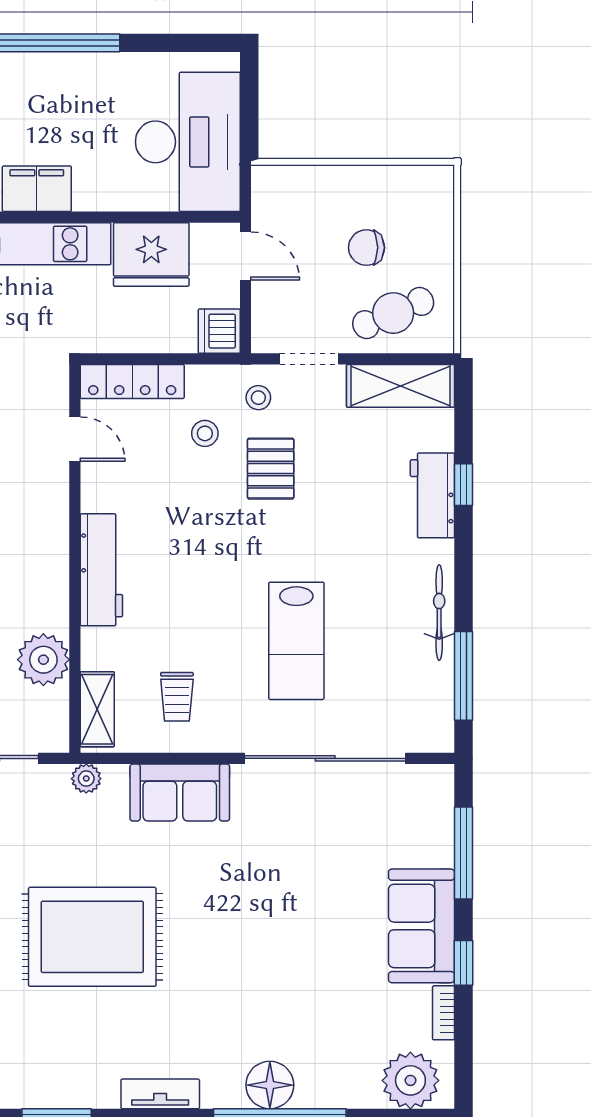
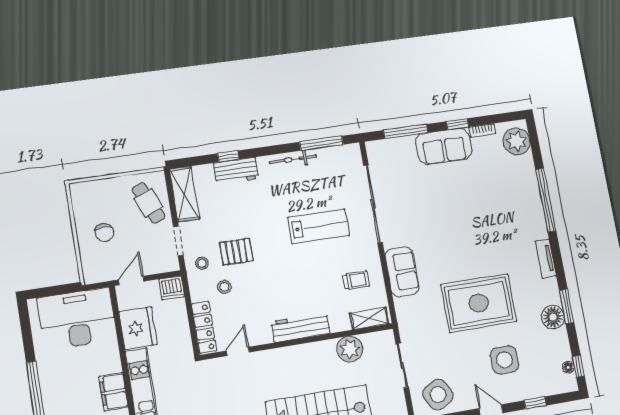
chair: (366, 248) -> (104, 233), moved
plant: (86, 779) -> (404, 318), removed
rug: (92, 937) -> (479, 303), turned 90
floor lamp: (270, 1085) -> (553, 317), moved

